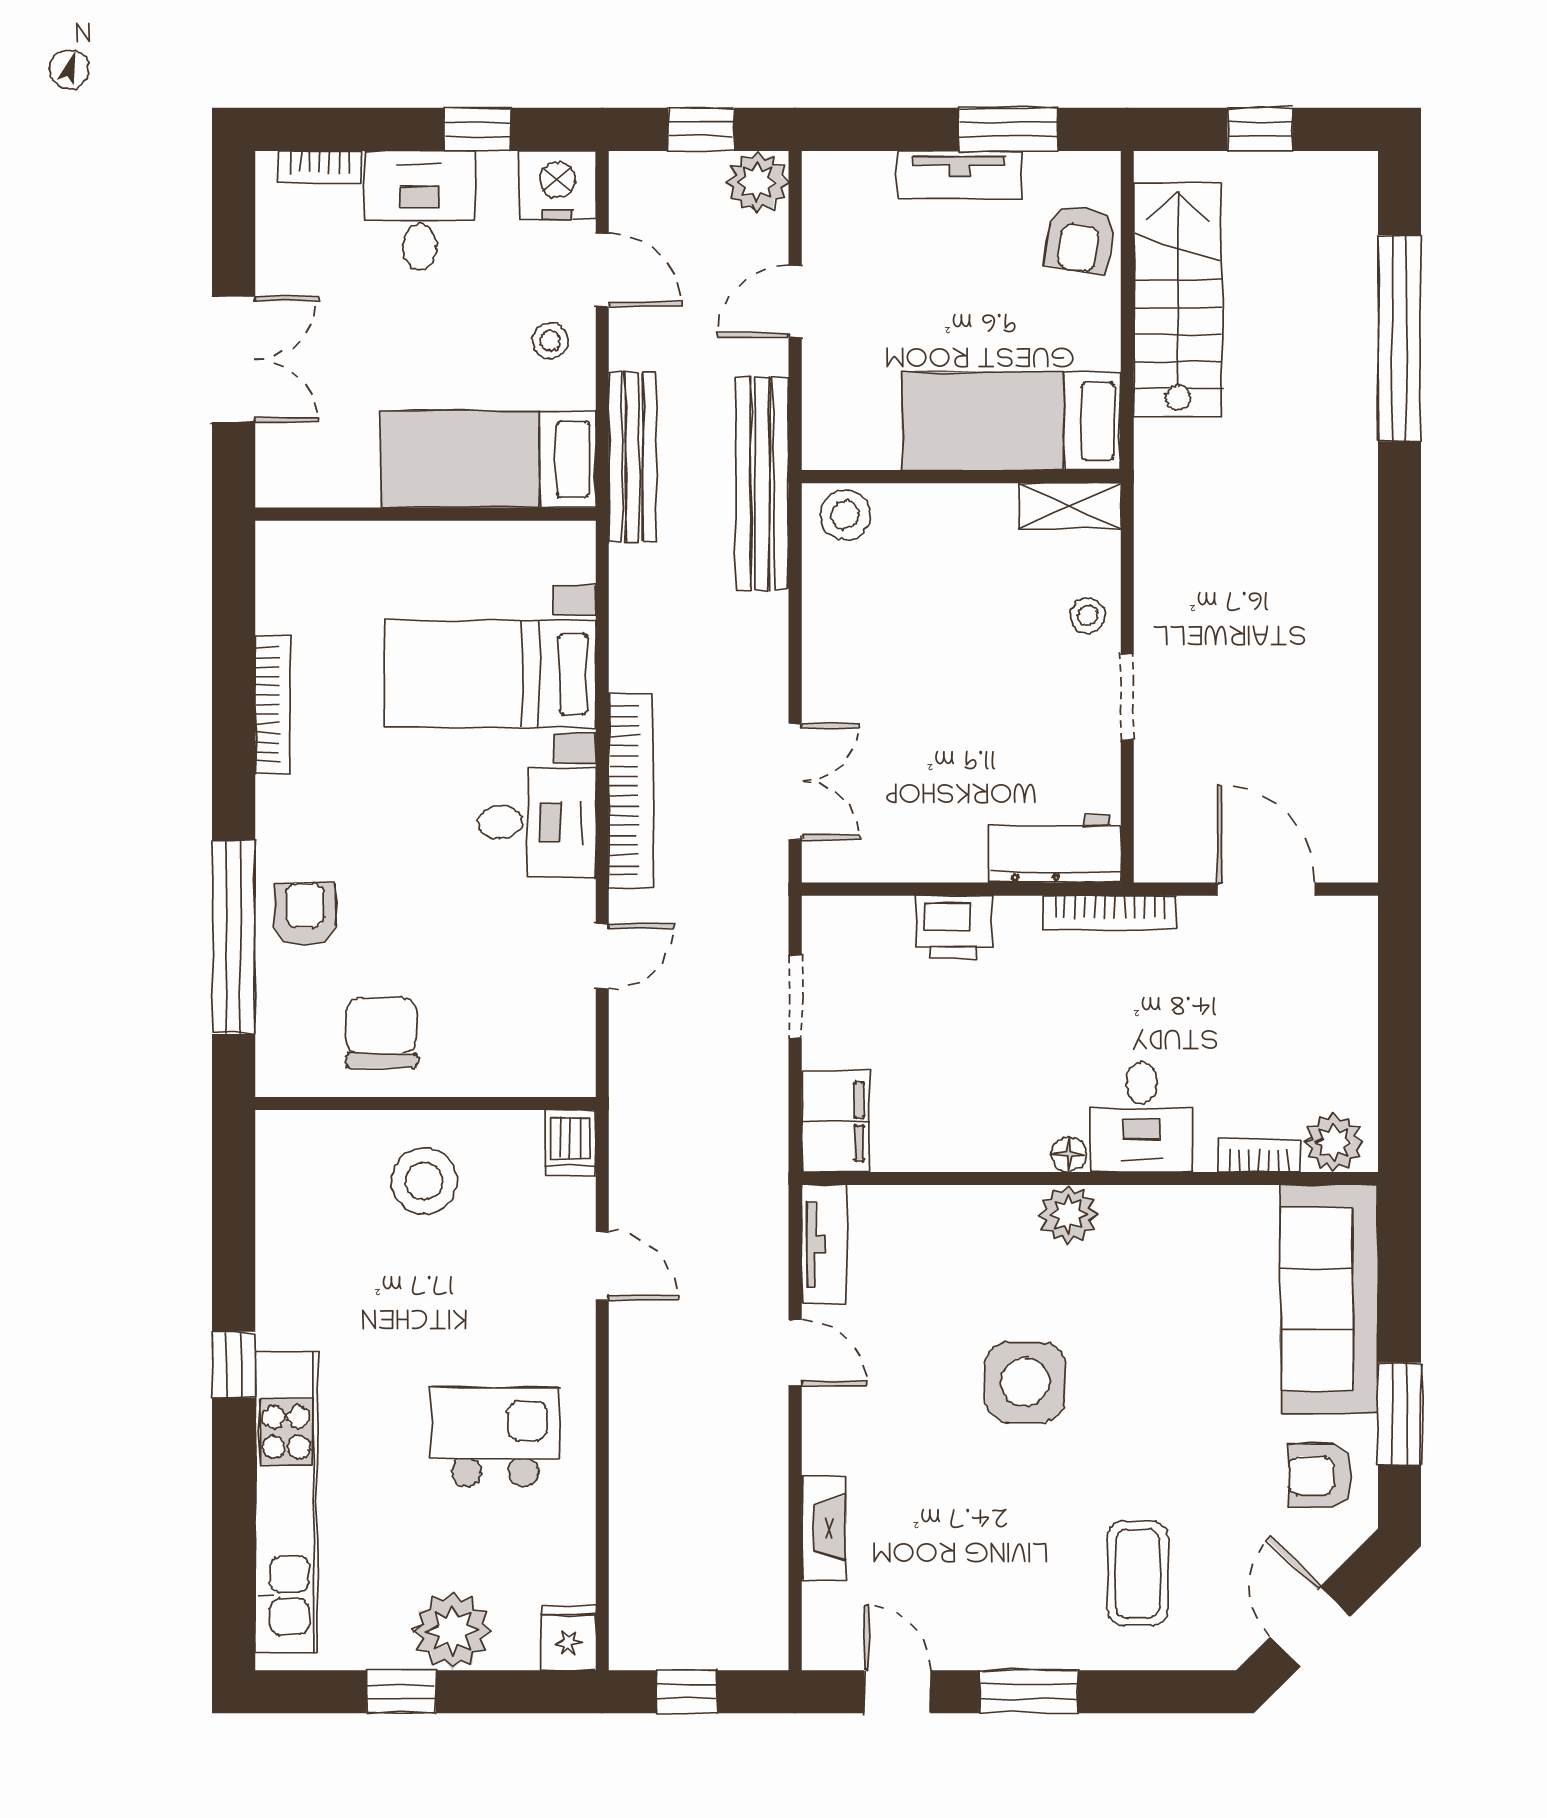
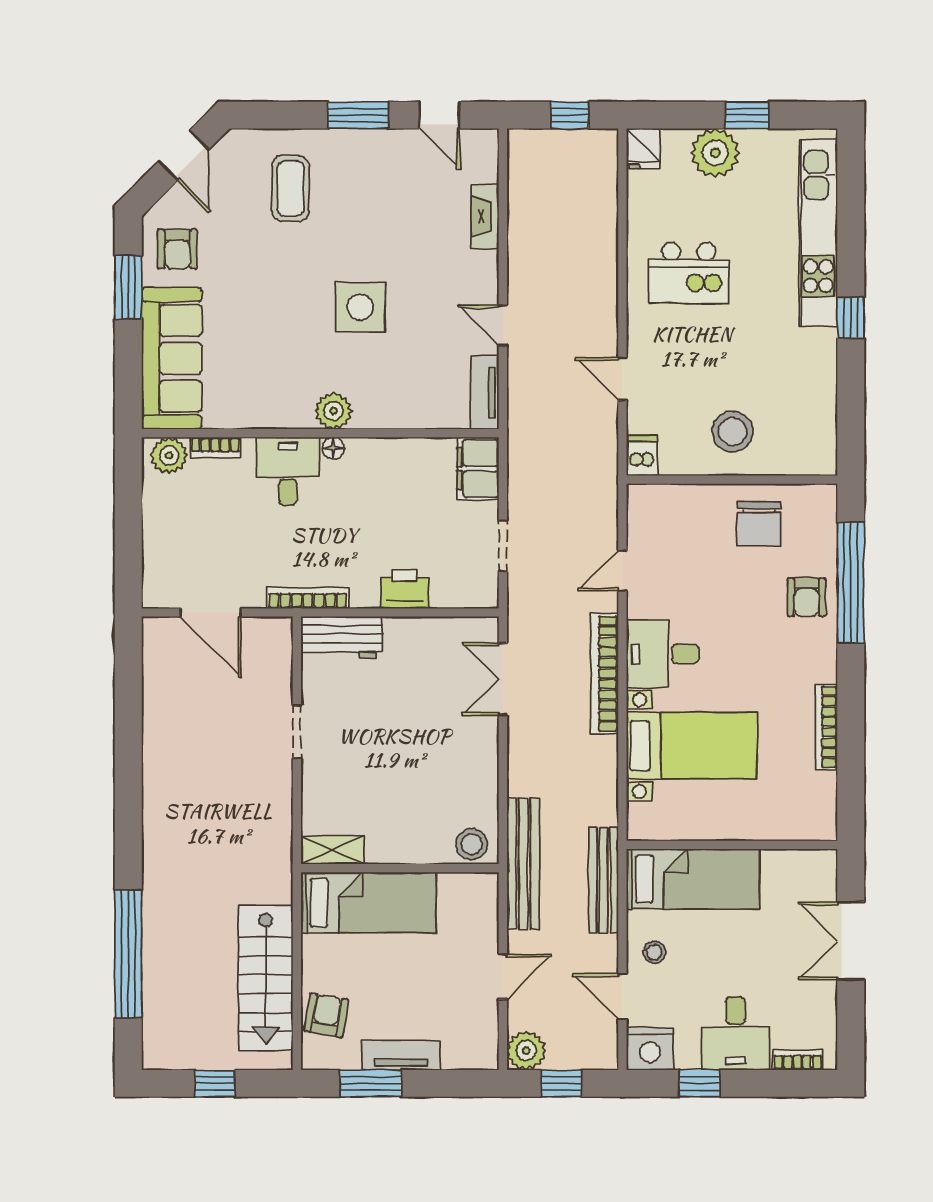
stool: (1088, 616) -> (321, 782), removed
armchair: (1320, 1476) -> (177, 249), turned 90

